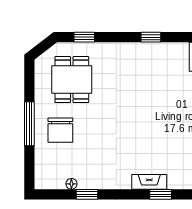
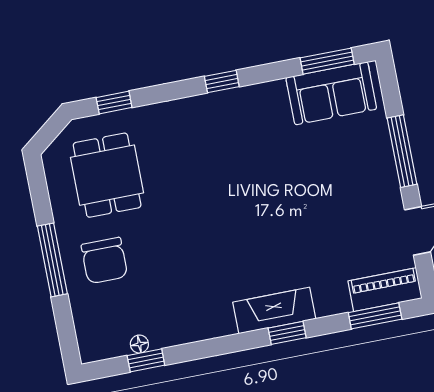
fireplace: (149, 182) -> (274, 311), width x1.37, depth x1.32
window: (87, 194) -> (146, 360), moved

